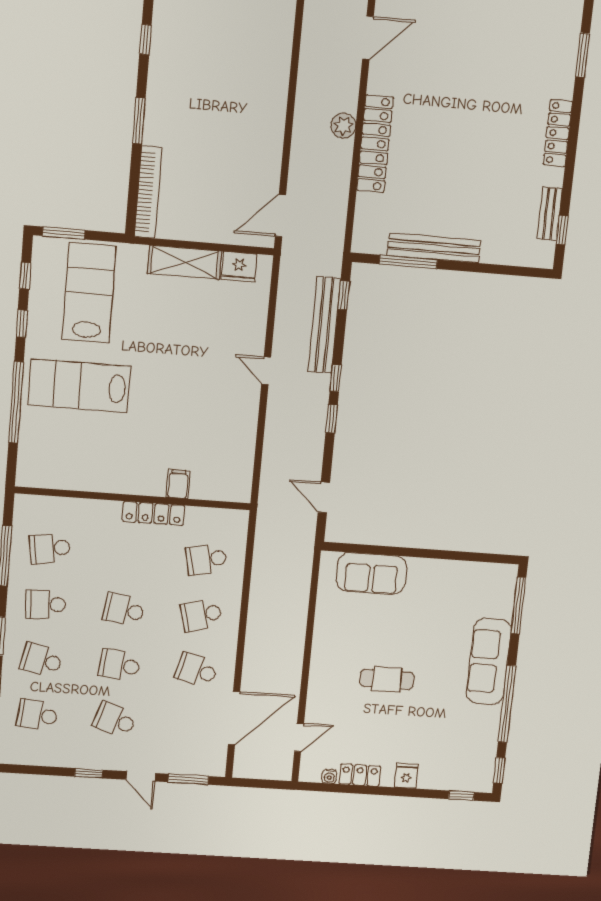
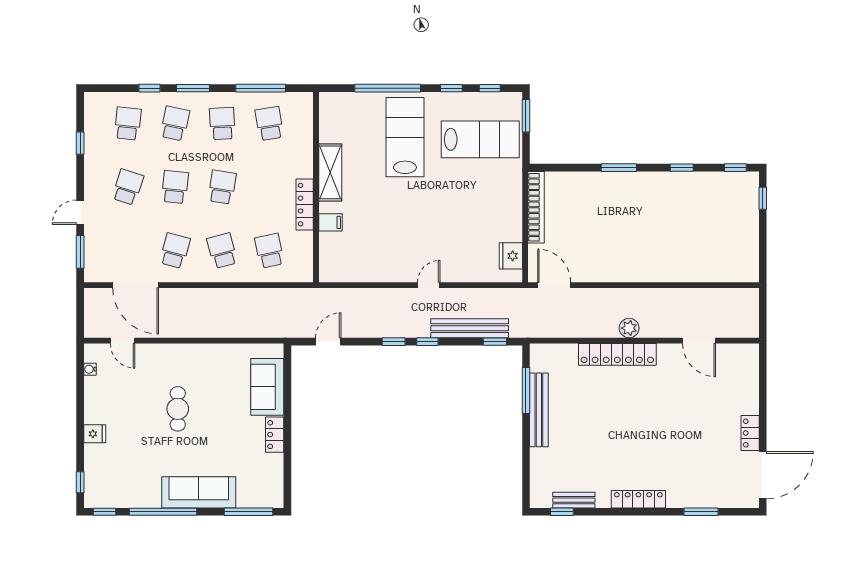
bookcase: (148, 192) -> (536, 207), moved, turned -90
shelving: (185, 262) -> (330, 172), moved
window: (89, 773) -> (80, 143), moved
locker: (360, 775) -> (275, 435), moved, turned 180

